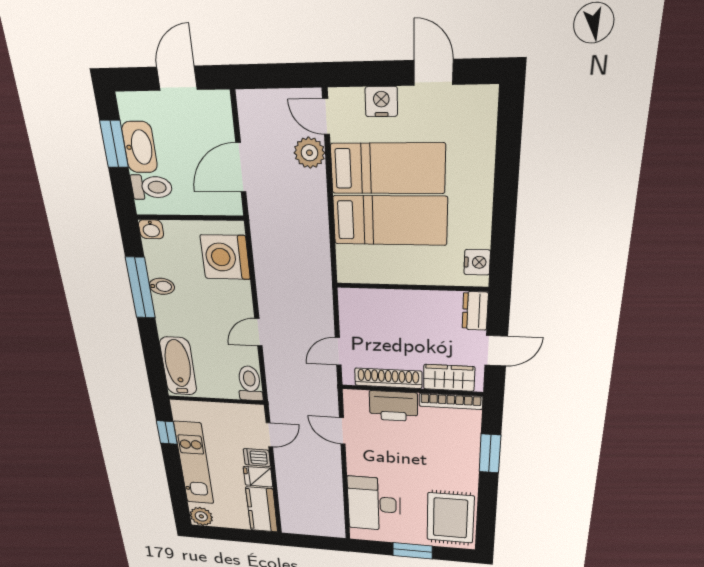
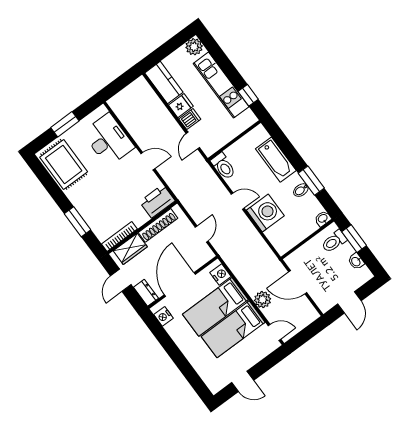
nightstand: (381, 102) -> (220, 274), moved, turned -90
window: (114, 144) -> (354, 239), moved
washbasin: (140, 147) -> (356, 261), width x0.52, depth x0.69
plant: (309, 153) -> (263, 300), moved
door: (241, 167) -> (298, 282), swing flipped
washing machine: (225, 257) -> (265, 213), moved
door: (418, 287) -> (180, 285), added
window: (140, 288) -> (311, 181), width x0.69
door: (258, 332) -> (238, 201), hinge flipped
door: (338, 351) -> (202, 234), moved
bathtub: (178, 366) -> (276, 160), moved
printer: (393, 406) -> (157, 201), moved
door: (342, 431) -> (148, 161), moved

